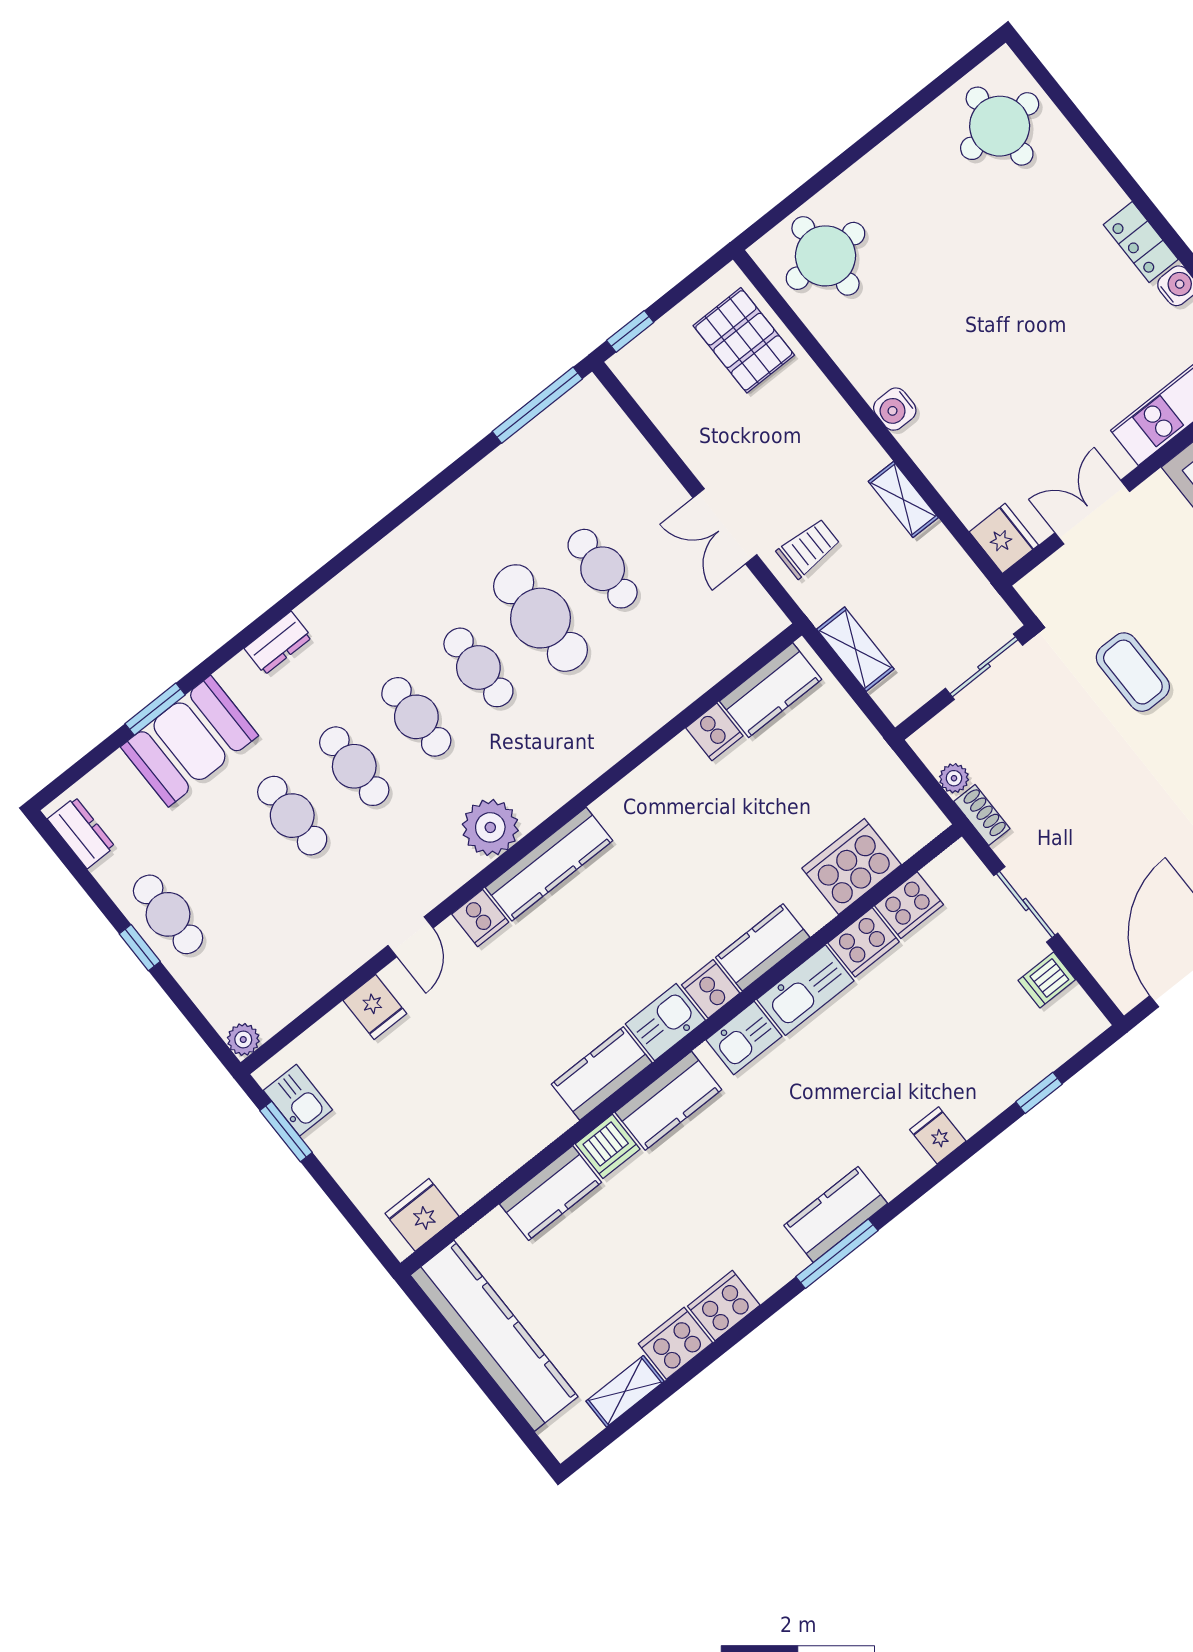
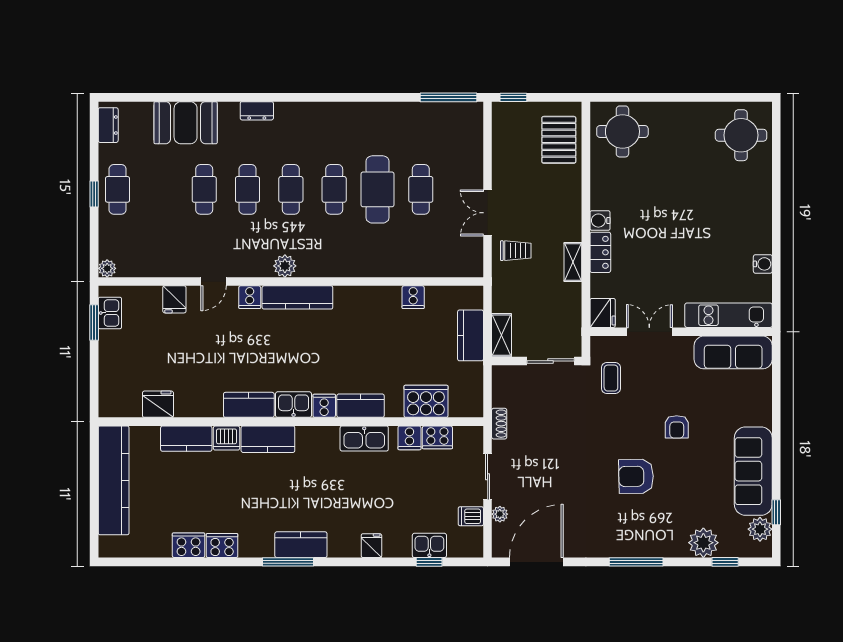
locker: (1141, 242) -> (600, 252), moved, turned 180
shelving: (855, 649) -> (501, 335), moved
coffee table: (1133, 672) -> (611, 378), moved, width x0.73, depth x0.77
kitchen counter: (771, 690) -> (471, 335), moved, turned 90
window: (155, 709) -> (182, 97), removed
plant: (954, 778) -> (500, 514), moved
plant: (490, 827) -> (285, 266), width x0.73, depth x0.73
cooker: (864, 942) -> (409, 438), width x0.73
kitchen sink: (744, 1038) -> (429, 545), moved, turned 180
fridge: (422, 1215) -> (158, 404), moved
shelving: (625, 1391) -> (151, 549), removed

